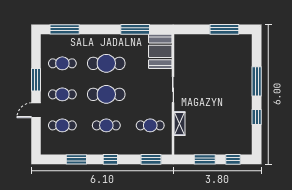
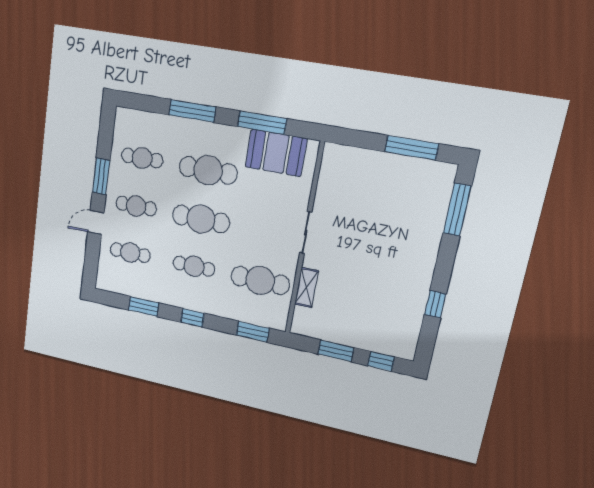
window: (65, 29) -> (192, 111), moved
booth: (160, 51) -> (276, 153), moved, turned 90
window: (257, 81) -> (457, 210), moved
cafe table: (150, 125) -> (260, 280), width x1.37, depth x1.35

